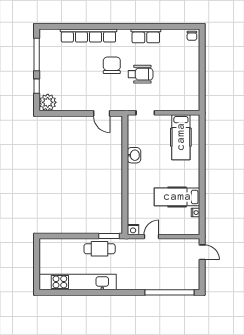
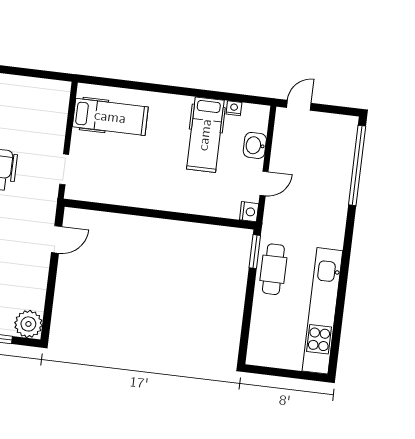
washbasin: (134, 155) -> (255, 145), moved, turned -90
door: (152, 237) -> (264, 183), swing flipped

